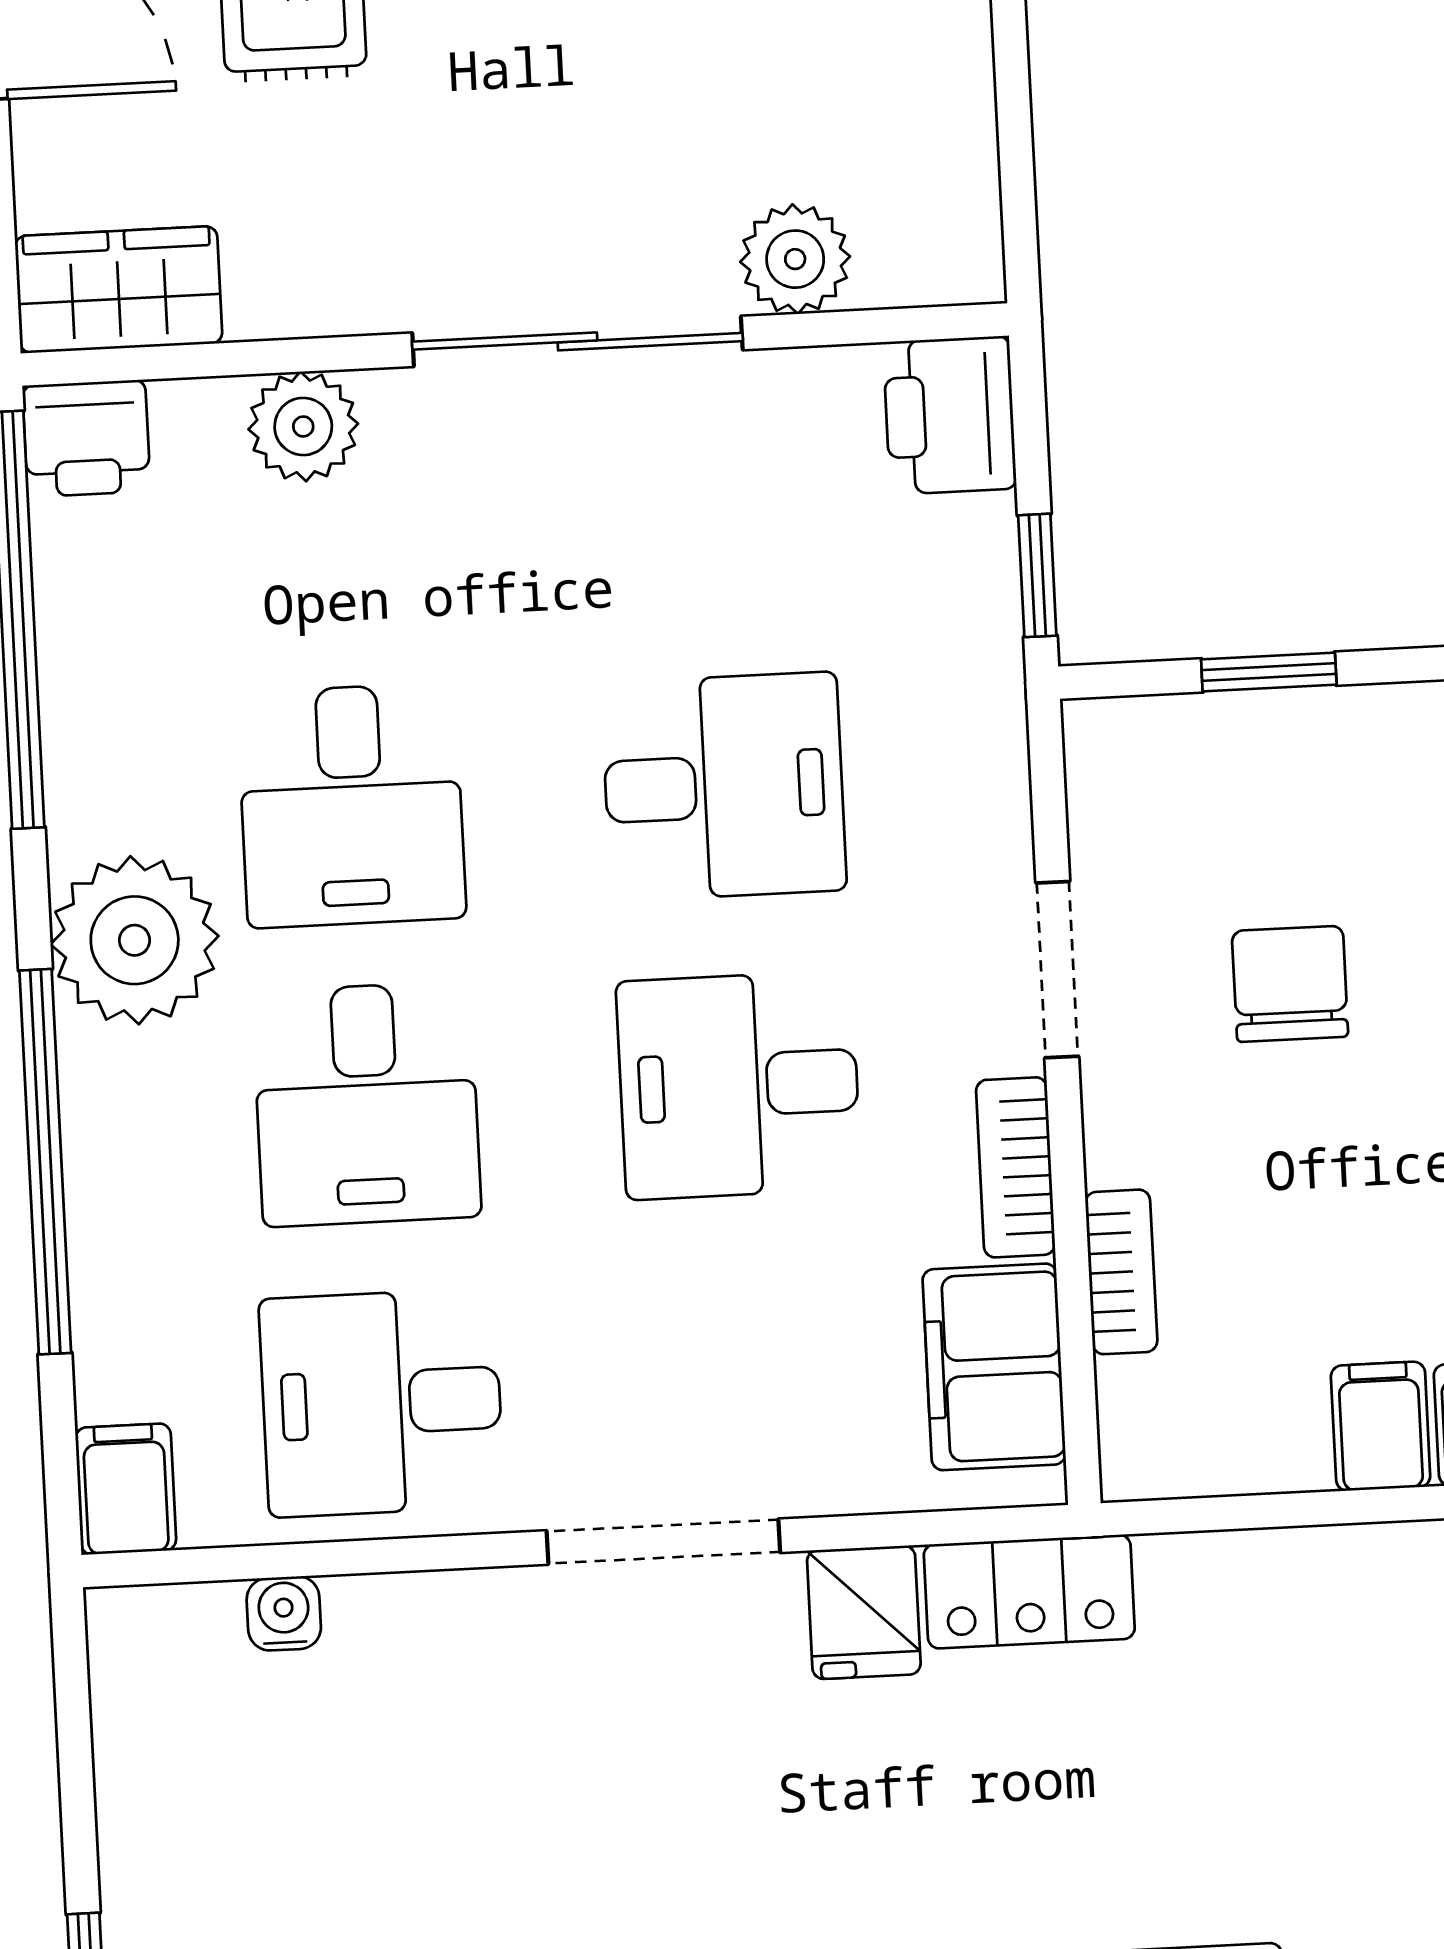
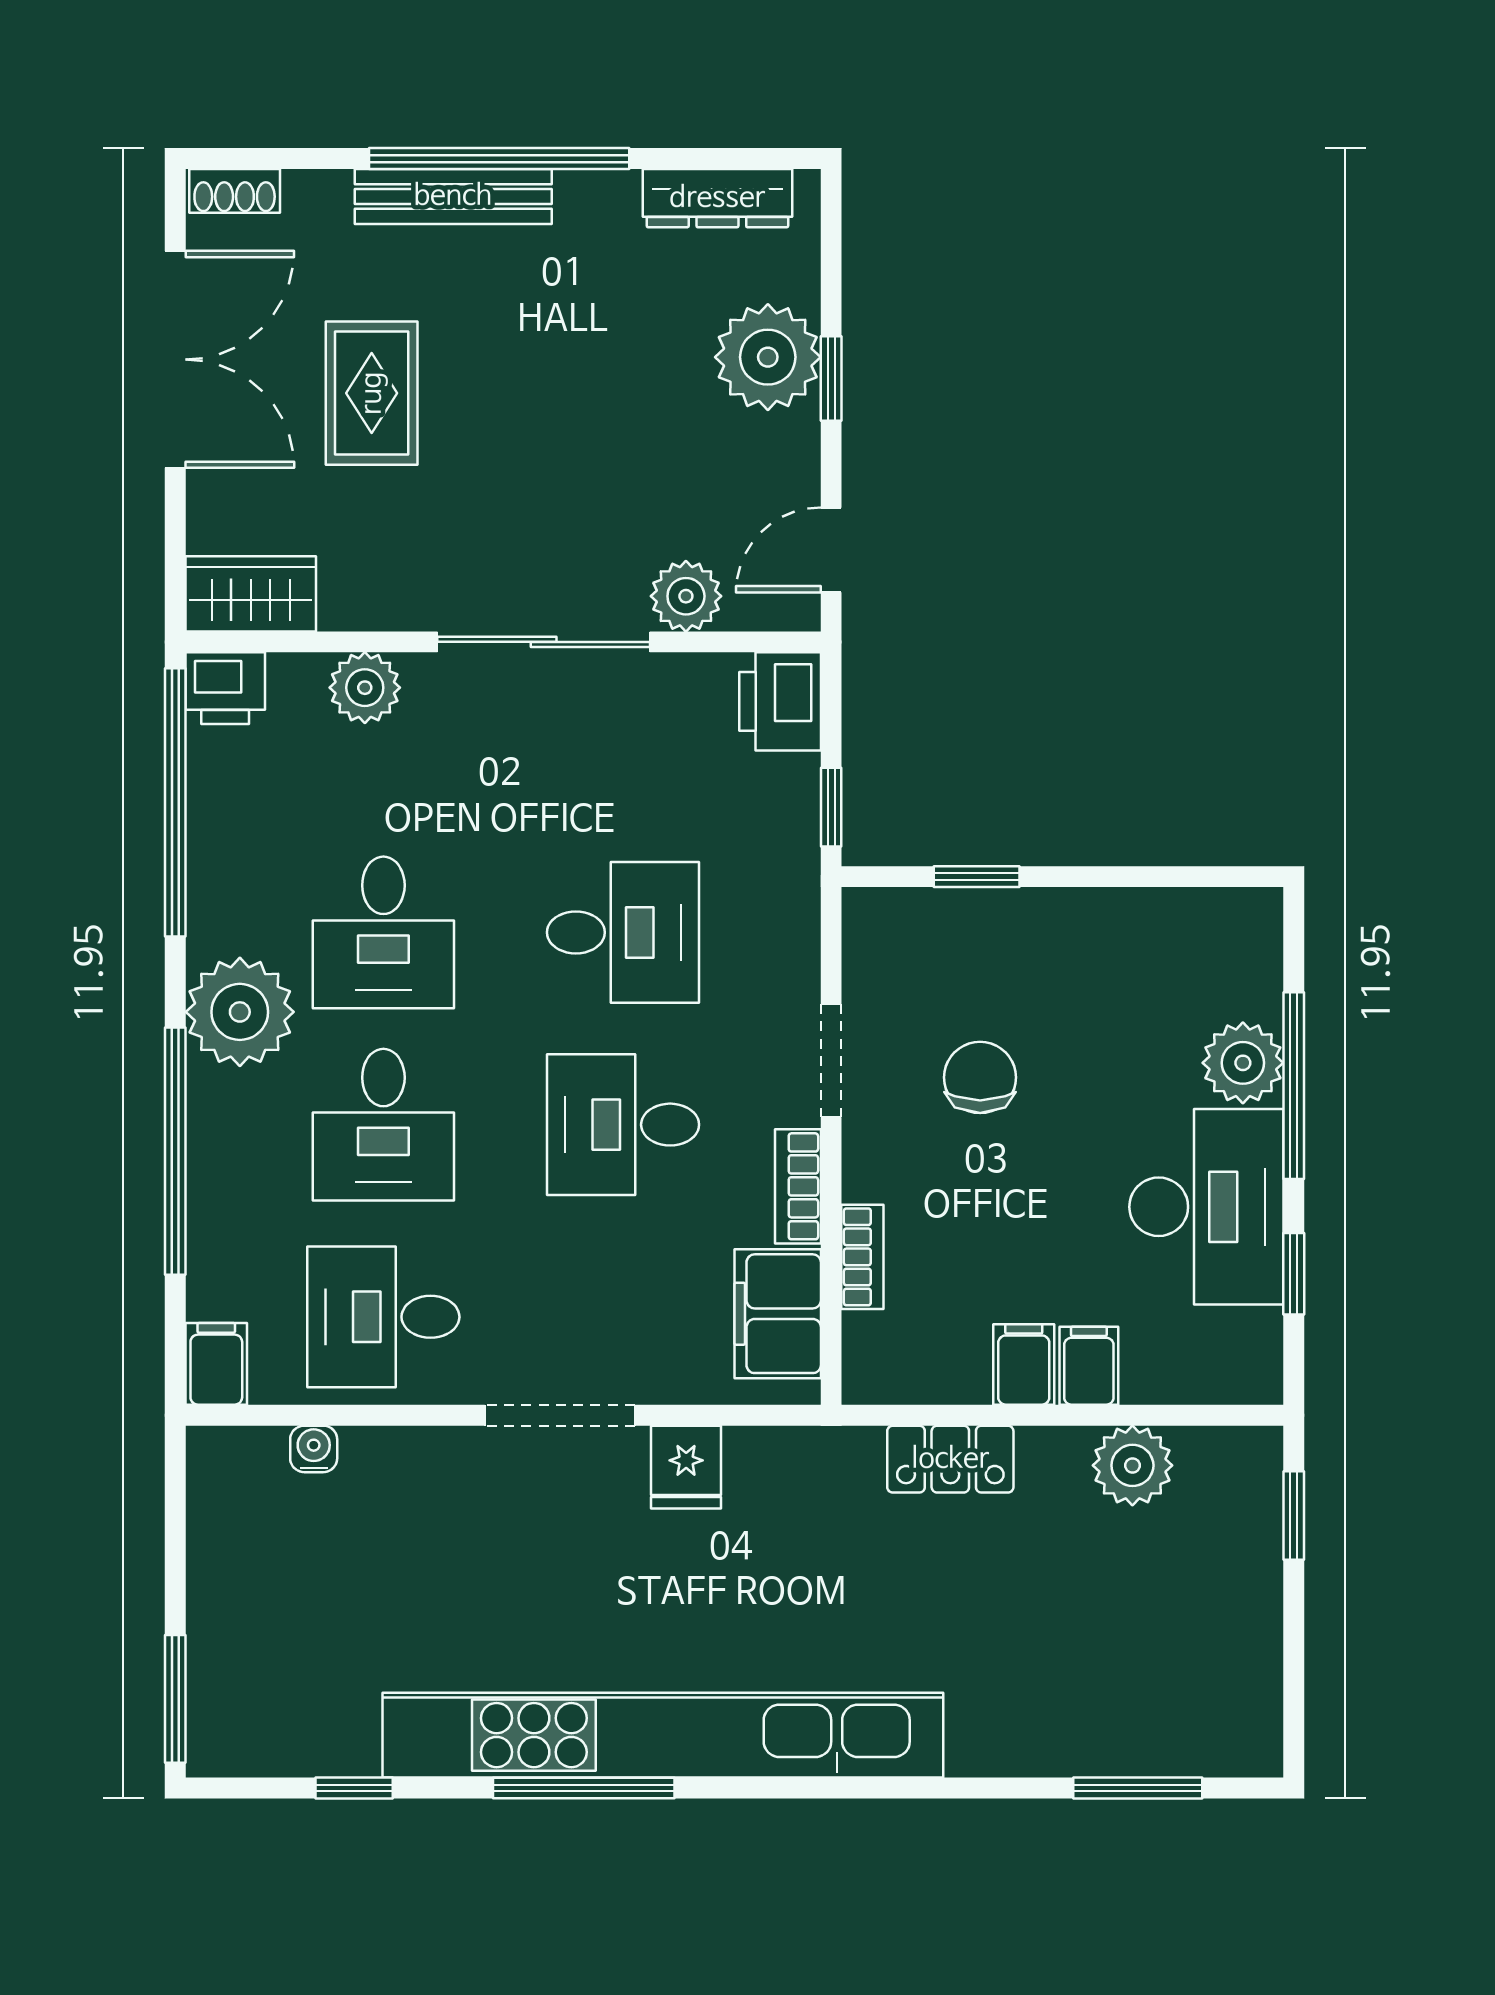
door: (1017, 176) -> (831, 550), added
locker: (1029, 1592) -> (950, 1459), moved

